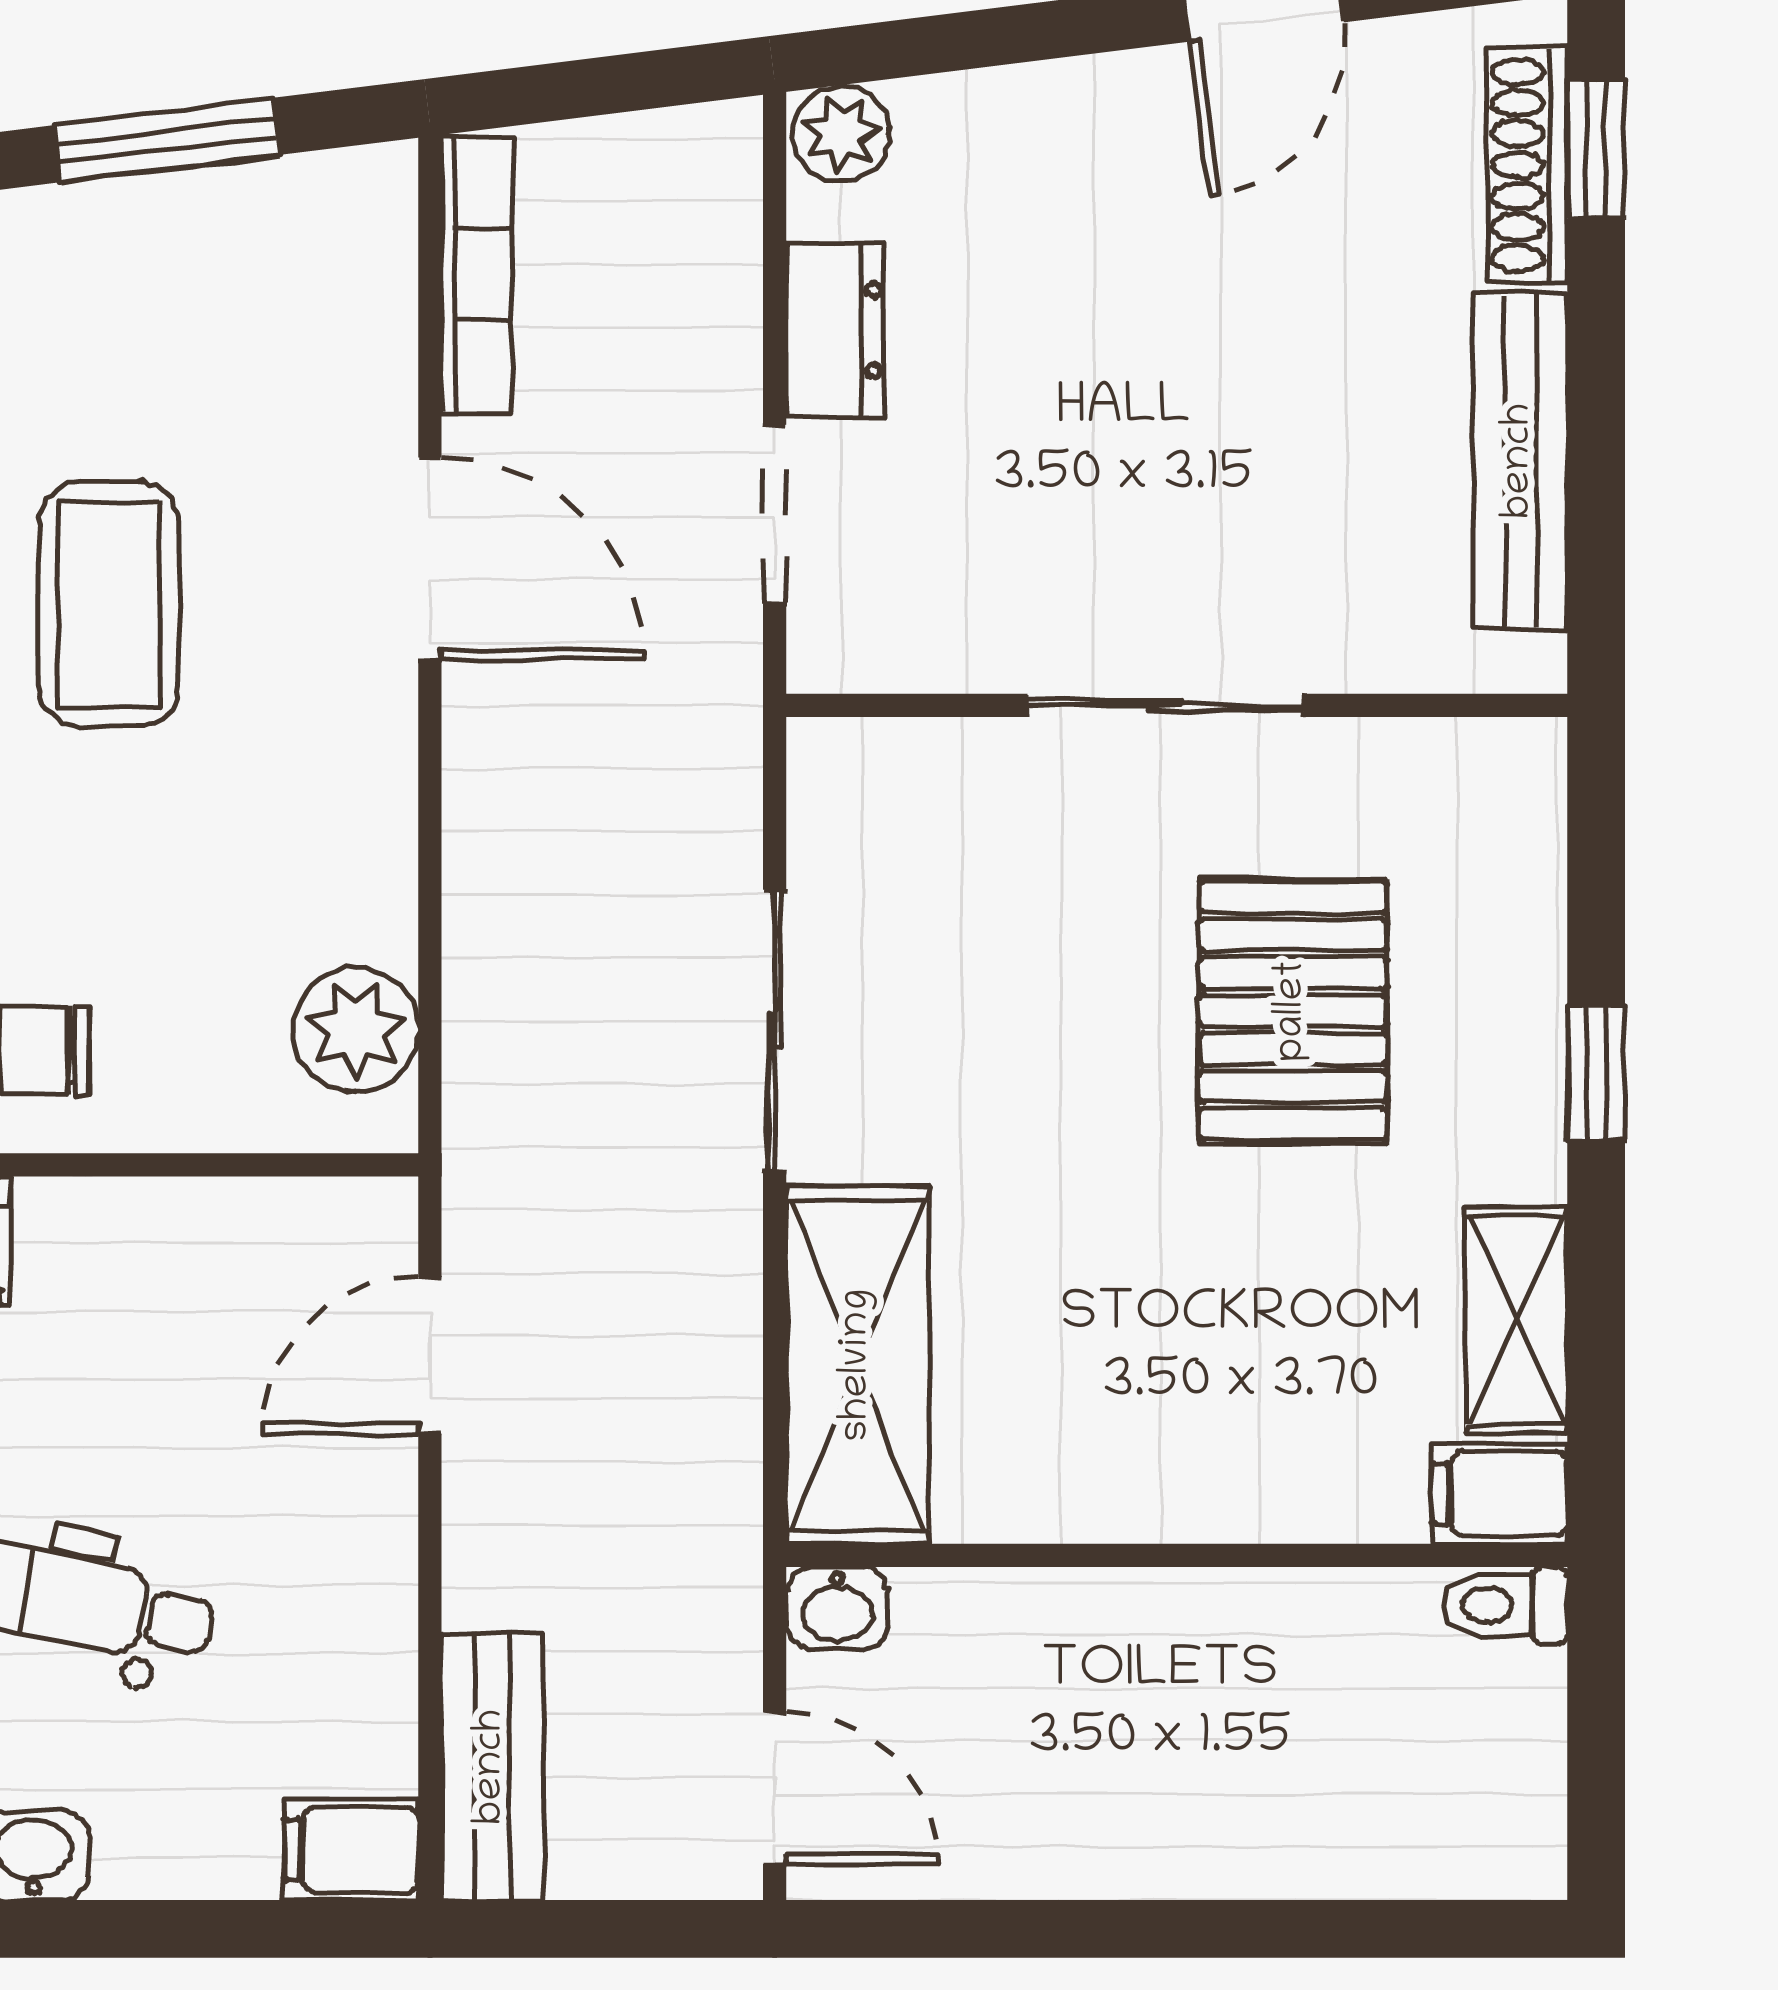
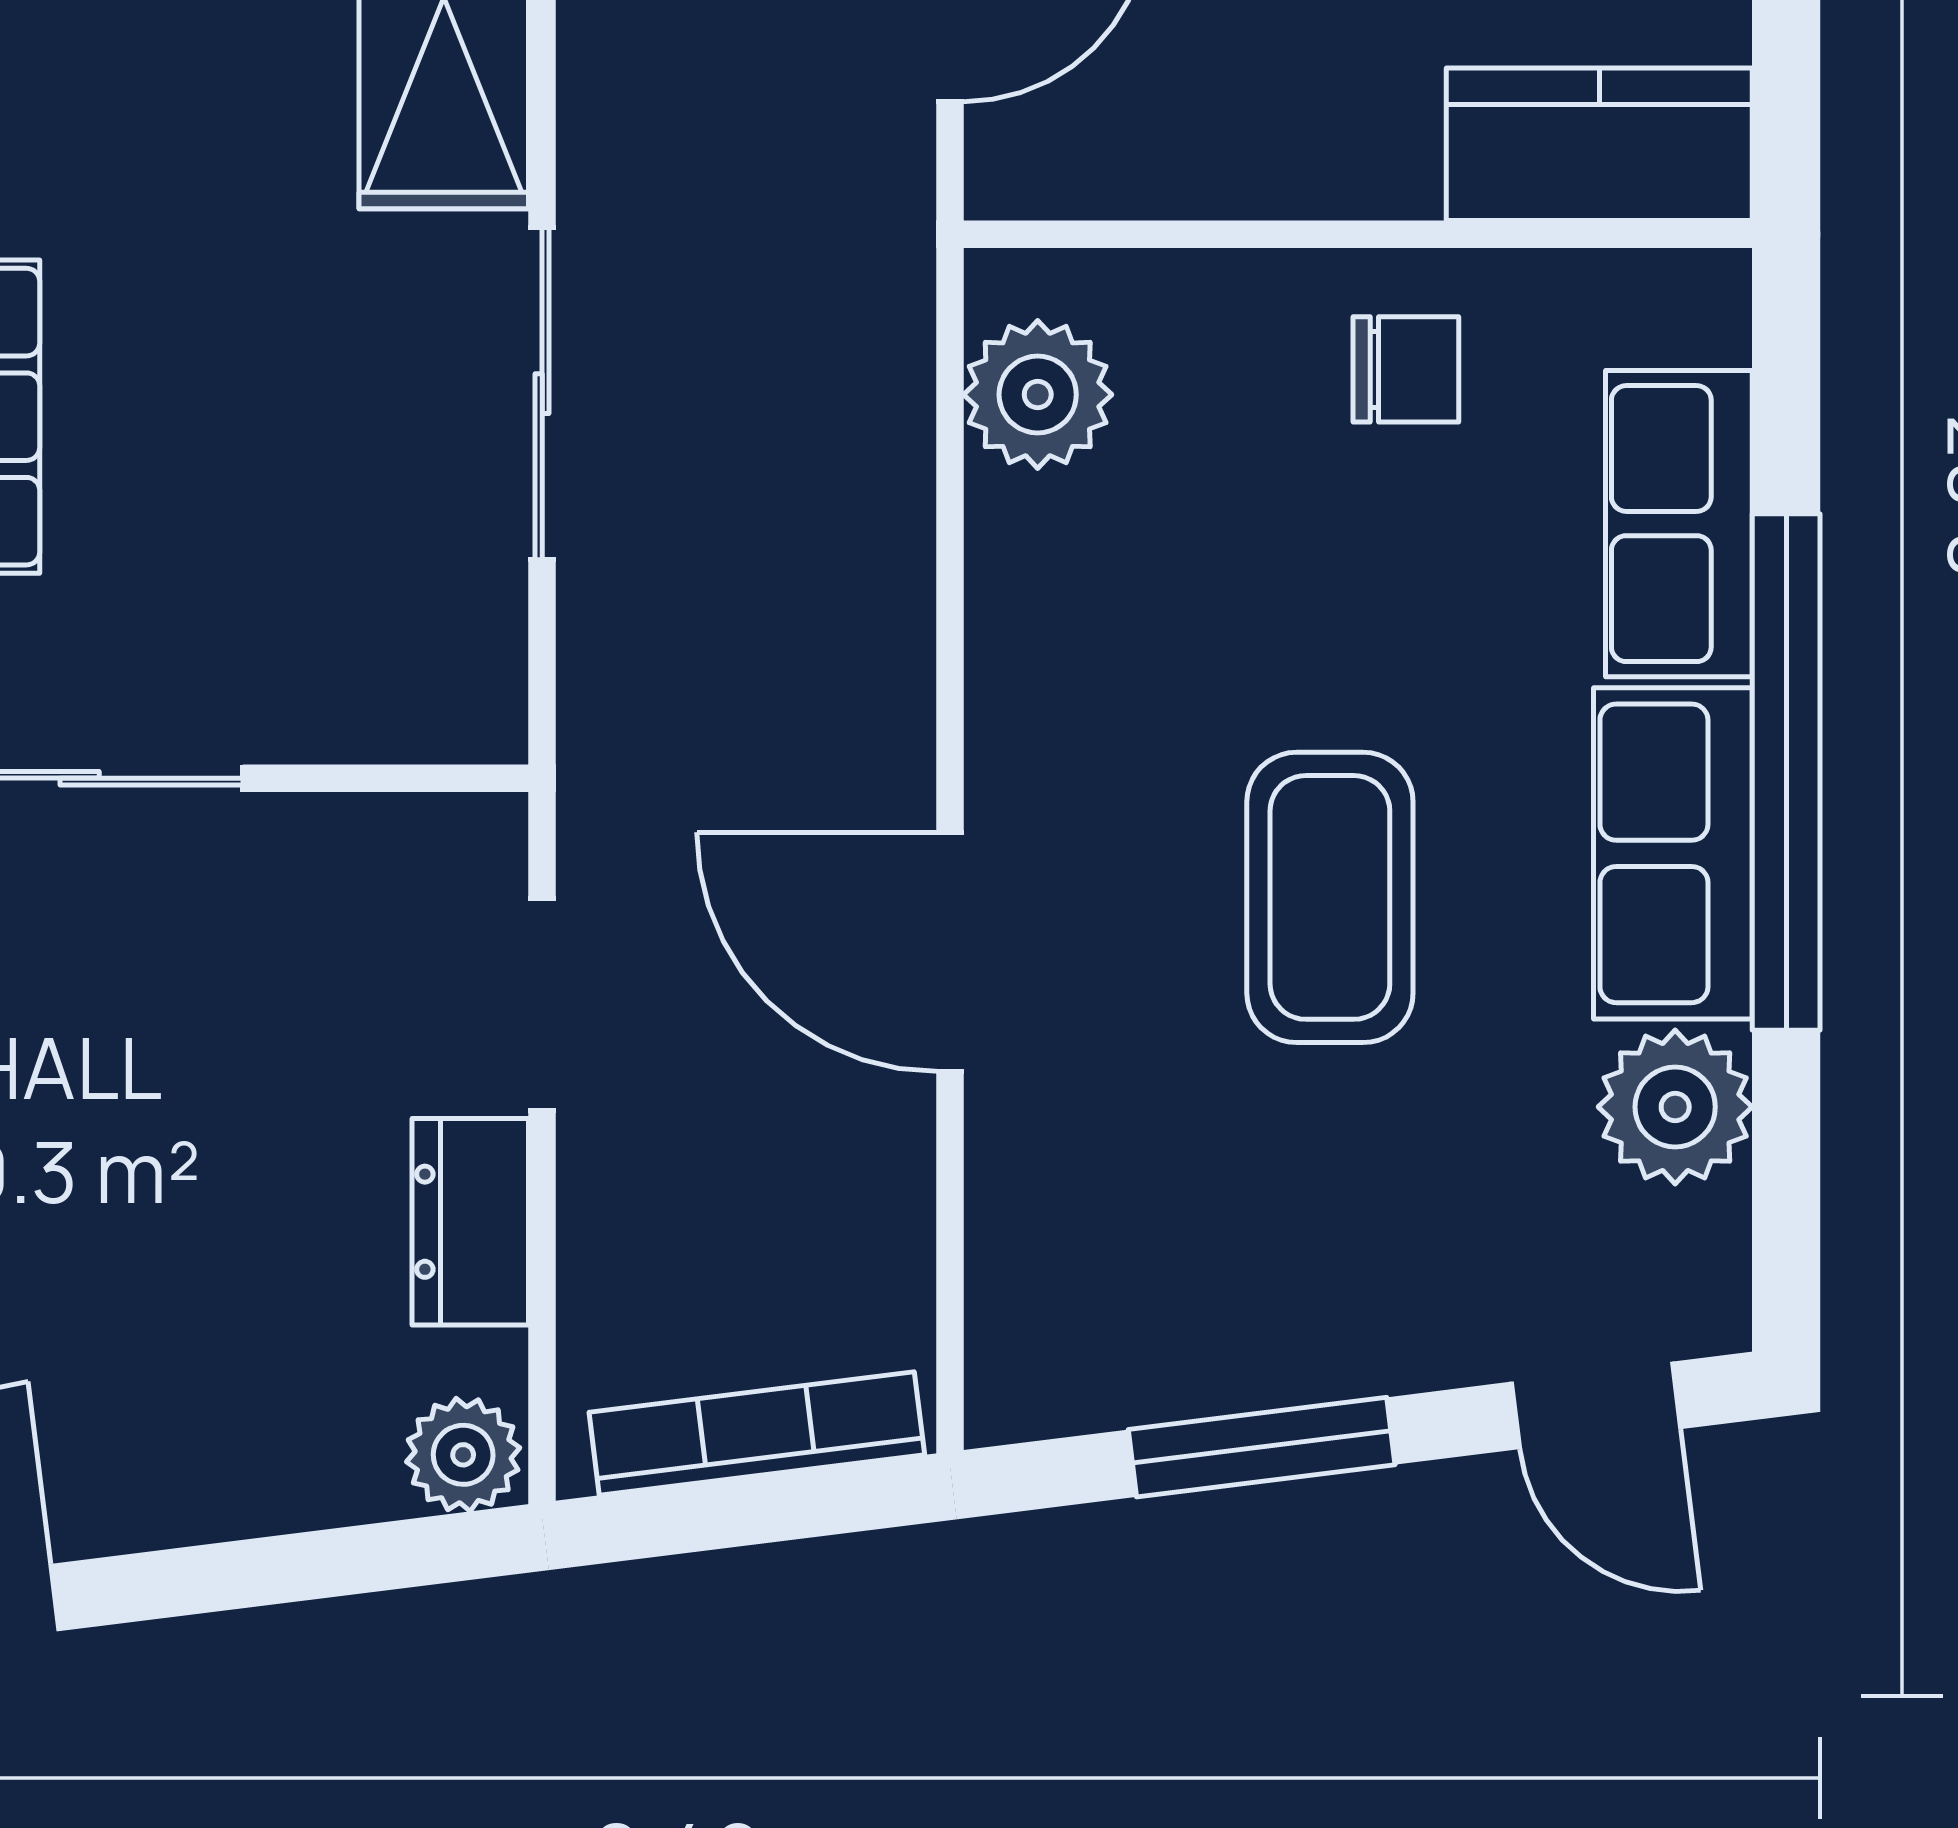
bookcase: (477, 275) -> (757, 1434), moved, turned 83

